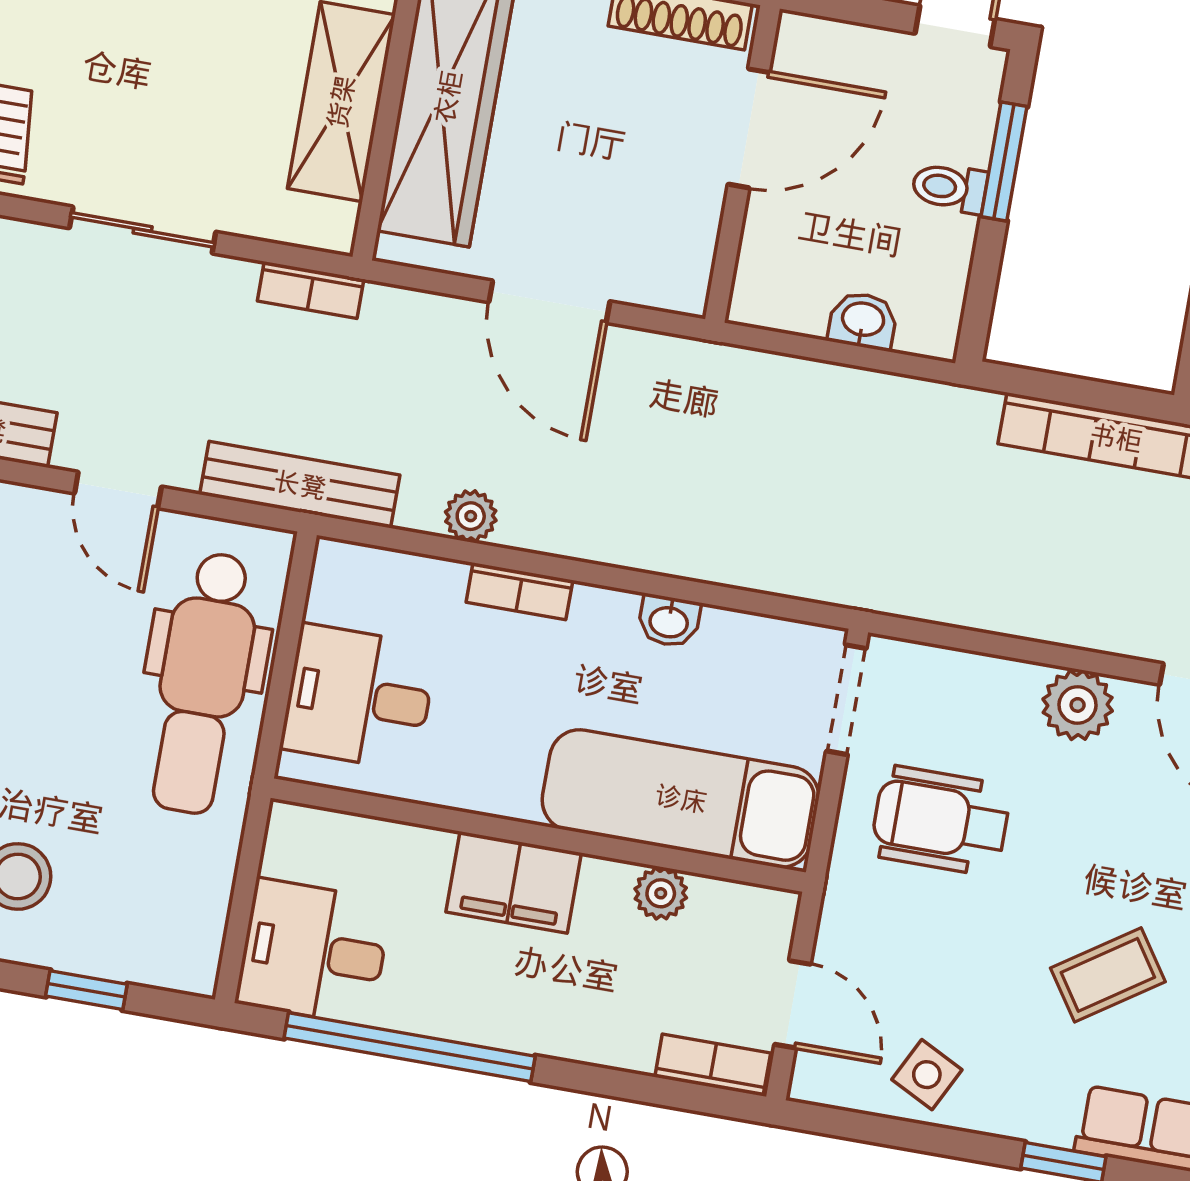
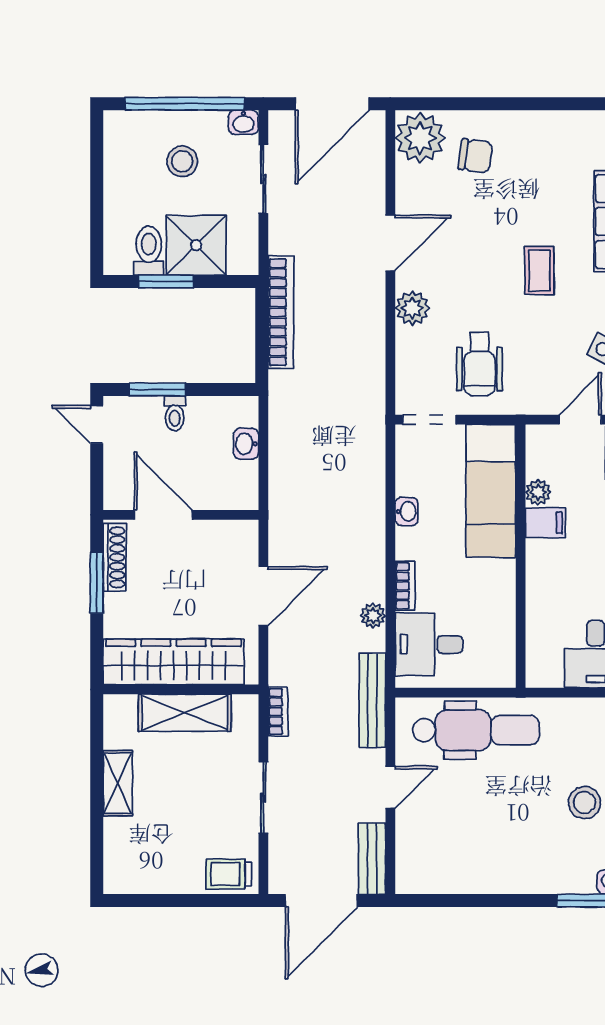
desk: (359, 697) -> (429, 644), moved, turned 90
filing cabinet: (514, 882) -> (545, 523), moved, width x0.50
coffee table: (1108, 975) -> (539, 271), turned 34

